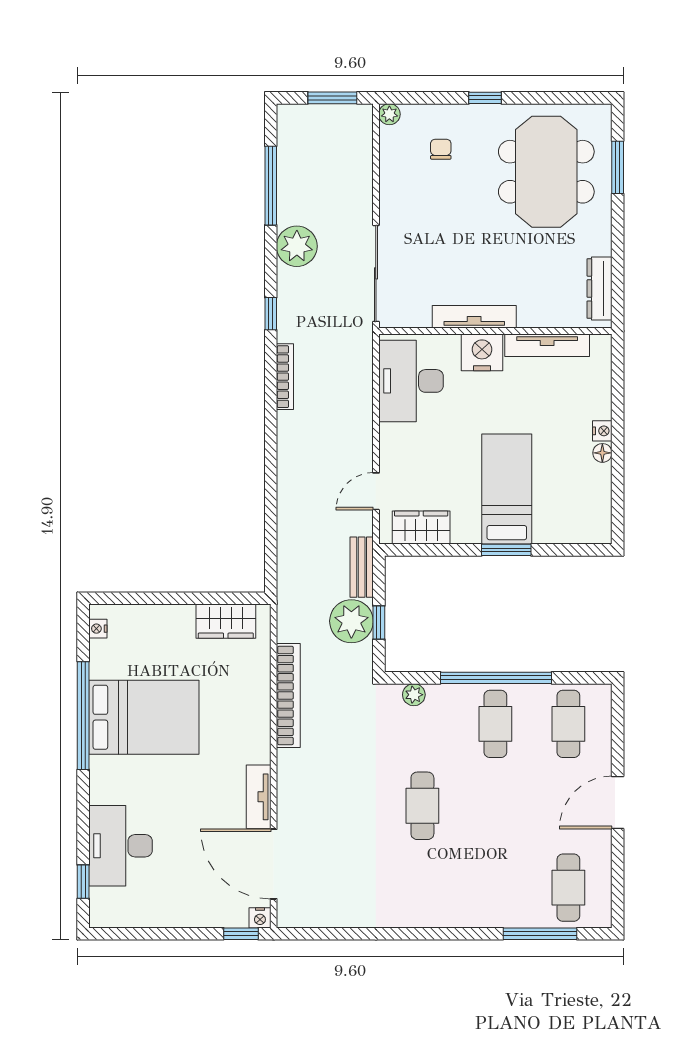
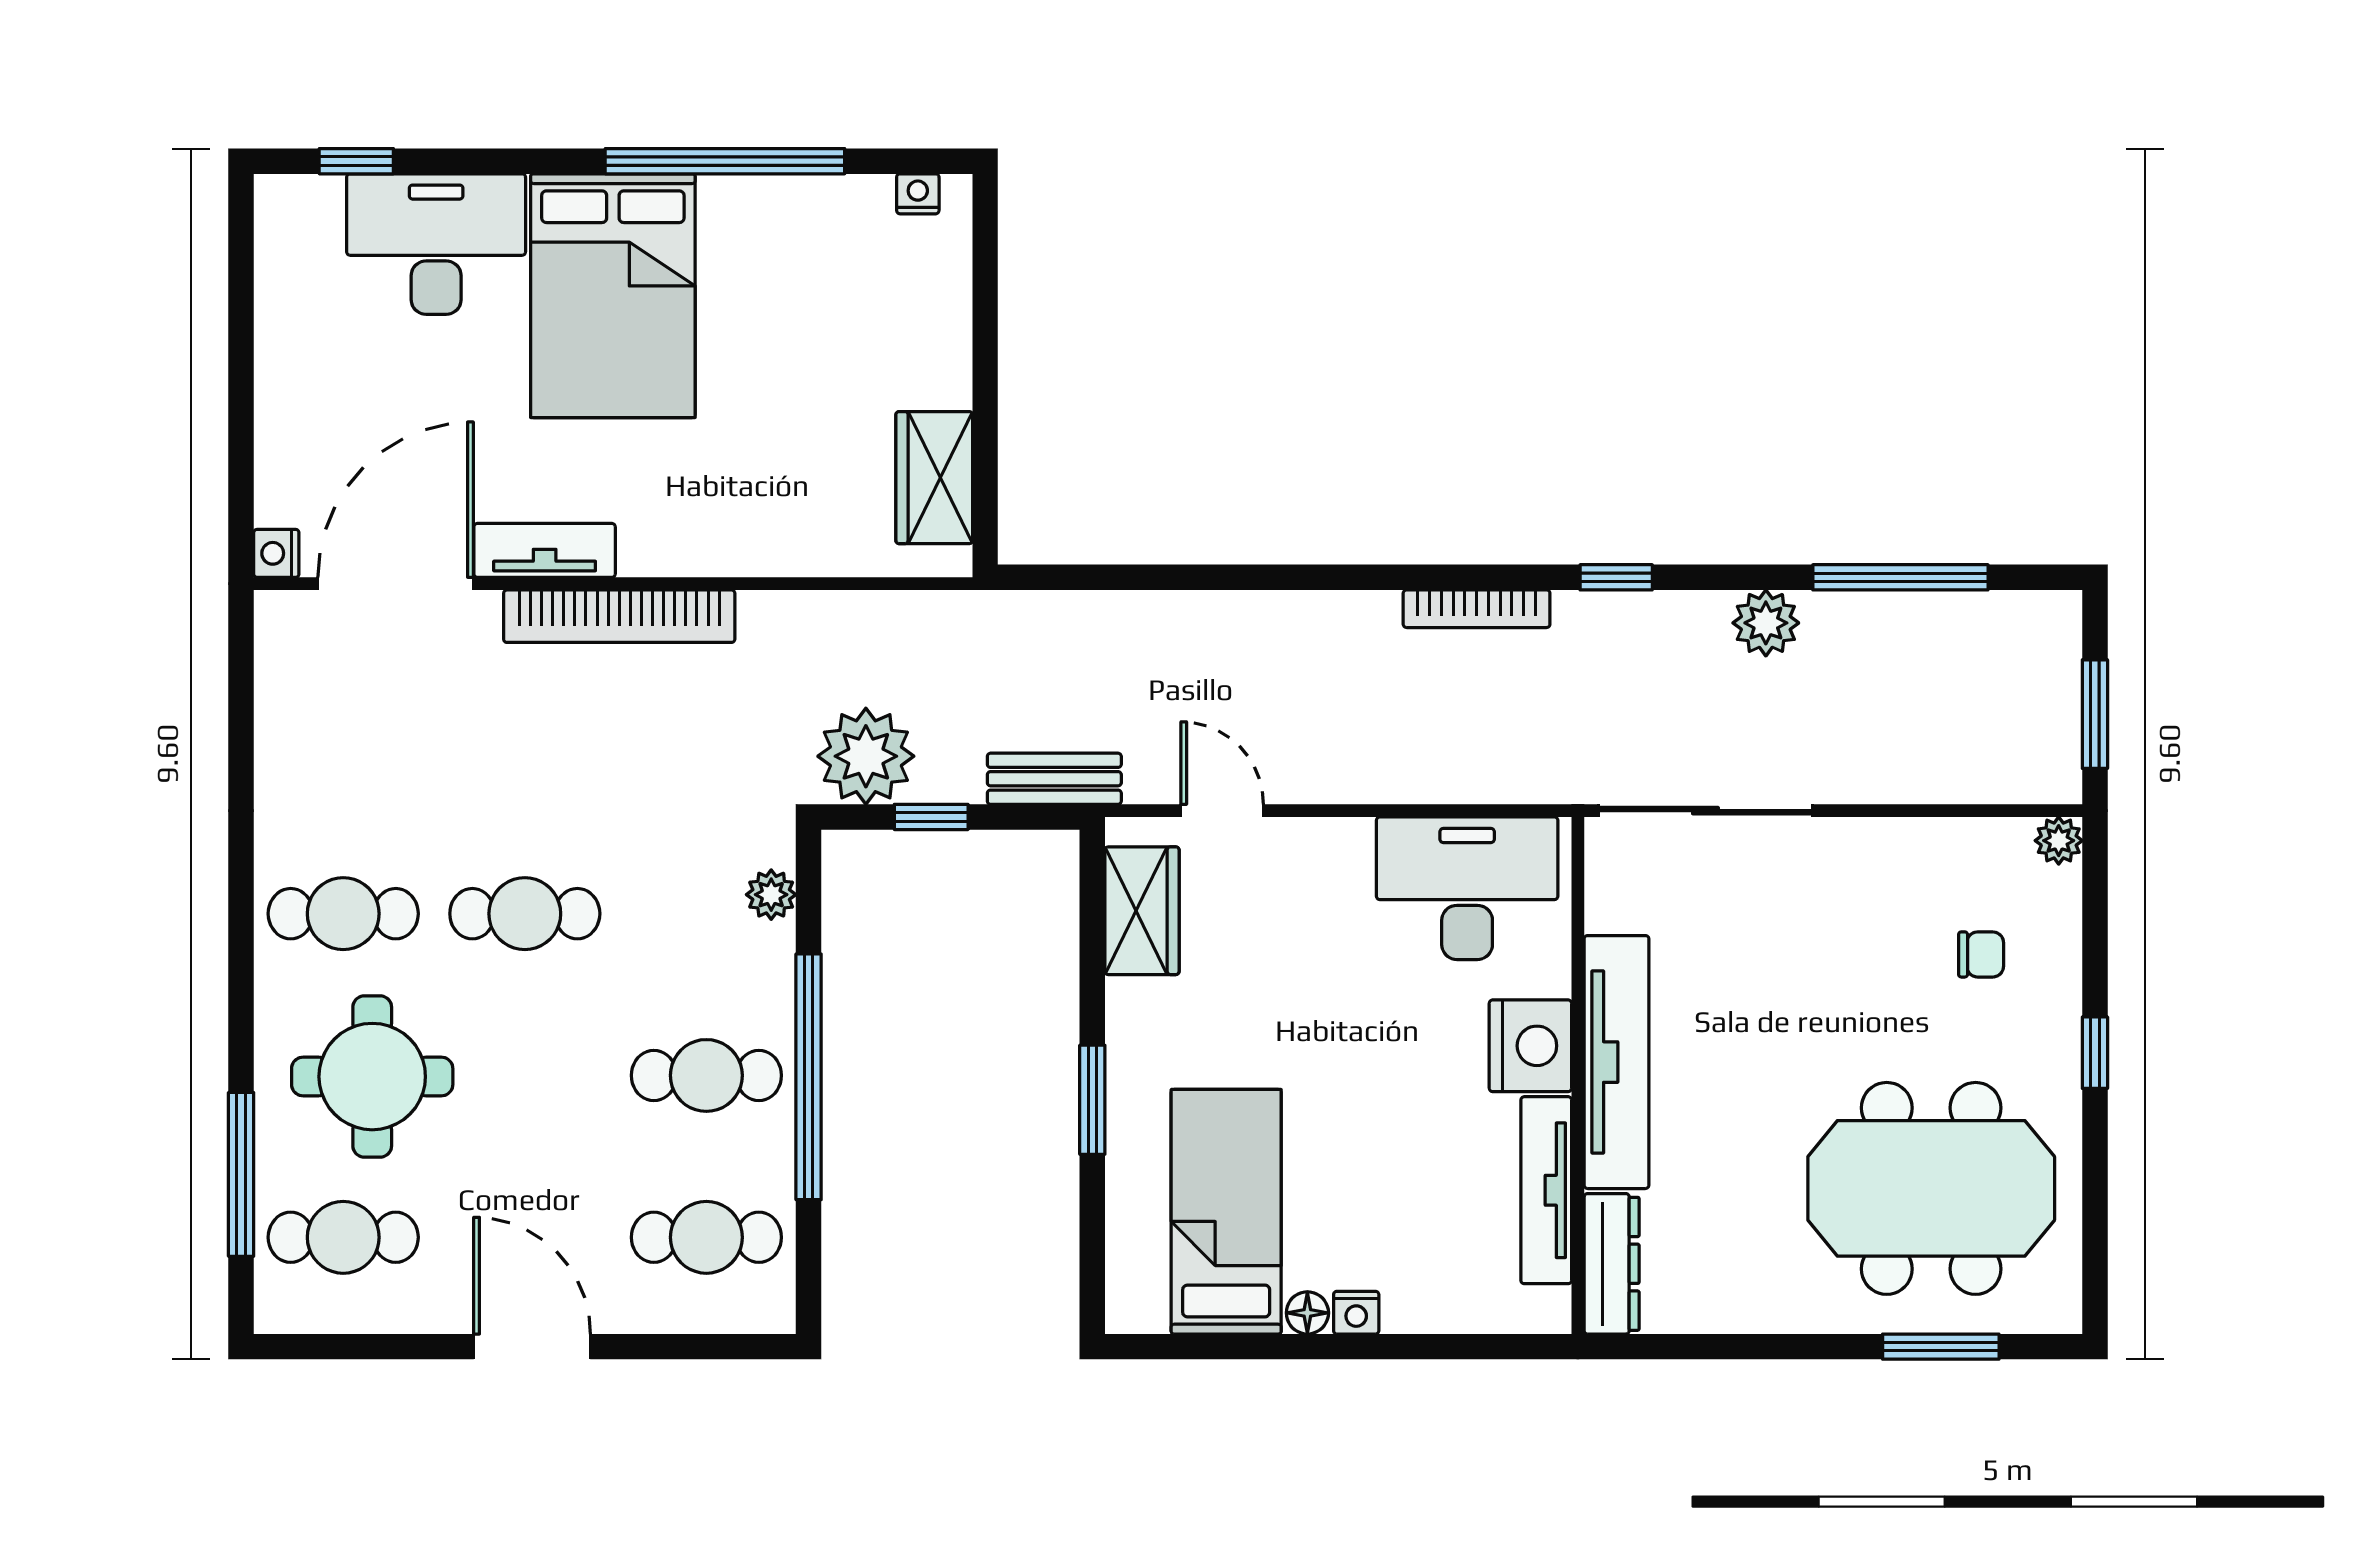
plant: (297, 246) -> (1766, 623), width x0.73, depth x0.73
dresser: (600, 289) -> (1612, 1264), moved, turned 90
tv unit: (474, 317) -> (1617, 1062), width x1.36, depth x1.29
bed: (507, 489) -> (1226, 1212), moved, turned -90
plant: (351, 621) -> (866, 756), moved
bookcase: (288, 695) -> (619, 616), moved
bed: (144, 717) -> (613, 296), moved
round table: (496, 875) -> (372, 1077), added
cafe table: (422, 888) -> (343, 914), added
window: (241, 934) -> (241, 511), removed

